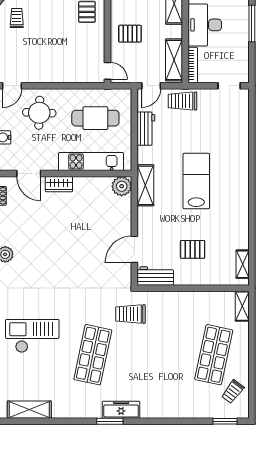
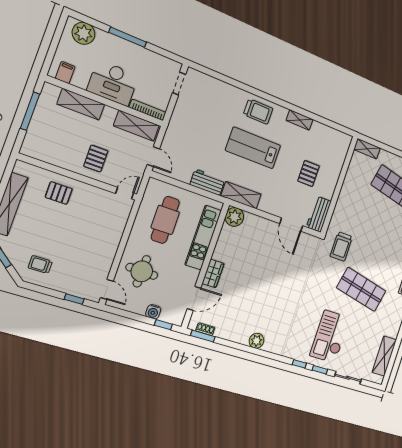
trolley: (183, 101) -> (258, 112), moved, turned -90
workbench: (146, 129) -> (207, 182), moved
shelving: (243, 264) -> (300, 120), moved

